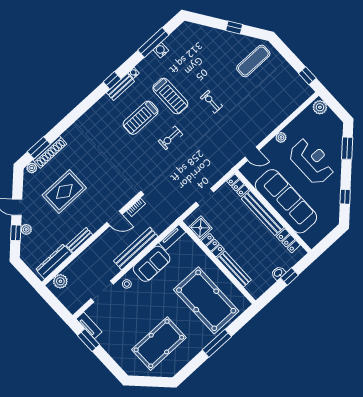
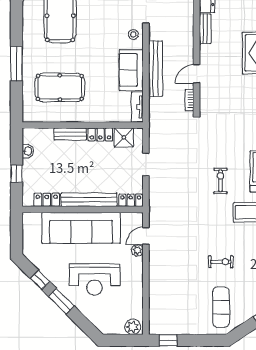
exercise bike: (211, 102) -> (221, 262), moved
plant: (281, 137) -> (137, 250), moved
window: (347, 148) -> (61, 301), moved
bench: (234, 269) -> (70, 134), width x0.73
washbasin: (278, 273) -> (28, 151), moved
pool table: (206, 300) -> (60, 87), width x0.73, depth x0.76

